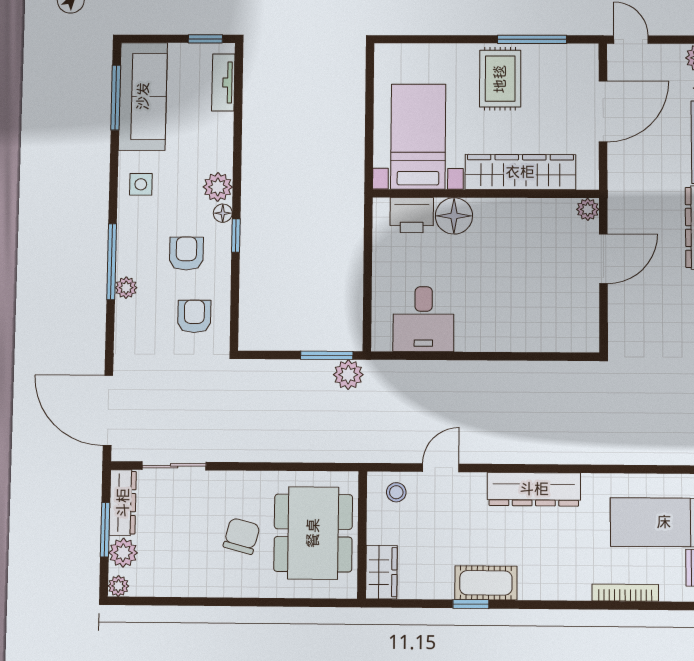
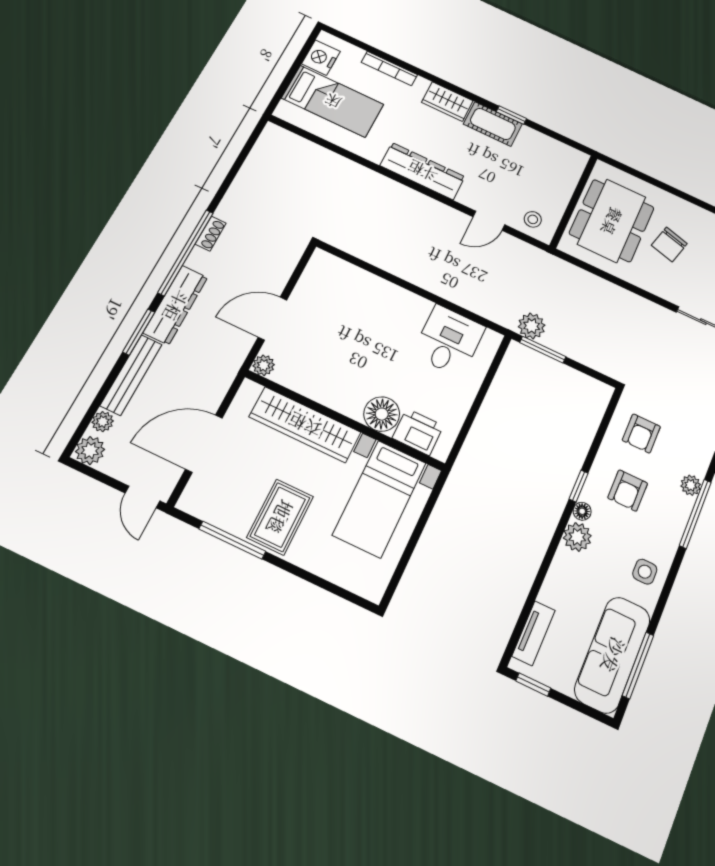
wardrobe: (381, 572) -> (447, 102), moved, turned -90

